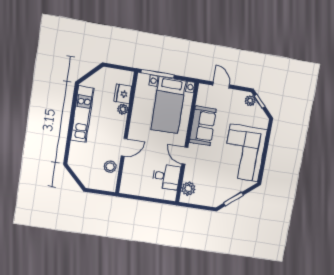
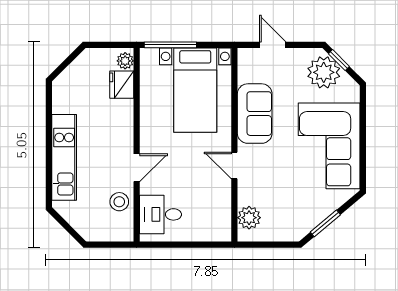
plant: (250, 101) -> (324, 72), width x1.88, depth x1.88
plant: (123, 109) -> (125, 61), moved
kitchen unit: (82, 114) -> (64, 157), moved
desk: (166, 177) -> (161, 214), moved, turned 180

